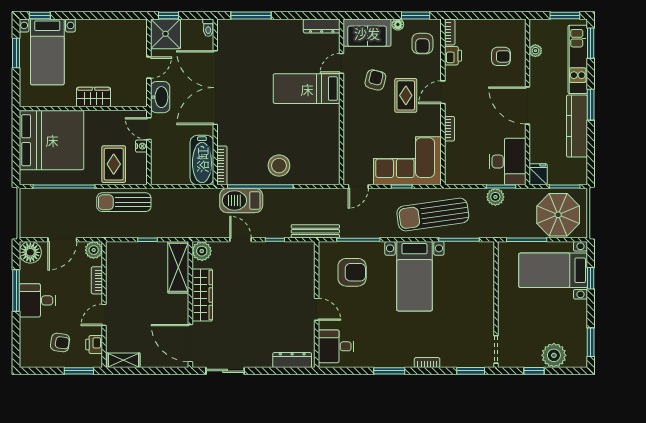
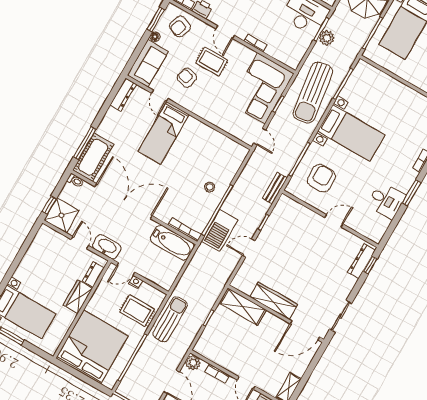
cot: (242, 32) -> (93, 157), added
armchair: (422, 44) -> (180, 26), turned 111
double door: (215, 88) -> (124, 201), swing flipped
dresser: (125, 100) -> (93, 274), added
stool: (279, 166) -> (210, 187), width x0.53, depth x0.53
sun lounger: (124, 202) -> (170, 319), turned 180
bench: (315, 231) -> (275, 188), width x0.73
plant: (202, 251) -> (240, 282), removed
desk: (336, 346) -> (386, 200), moved, turned -90
window: (293, 371) -> (370, 265), added

